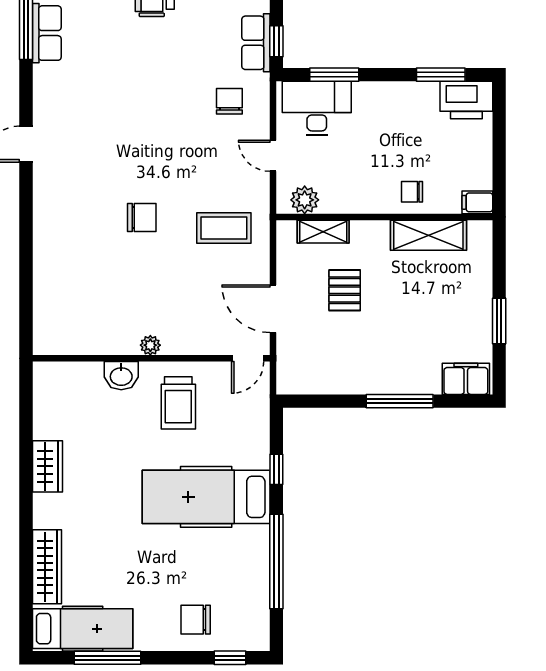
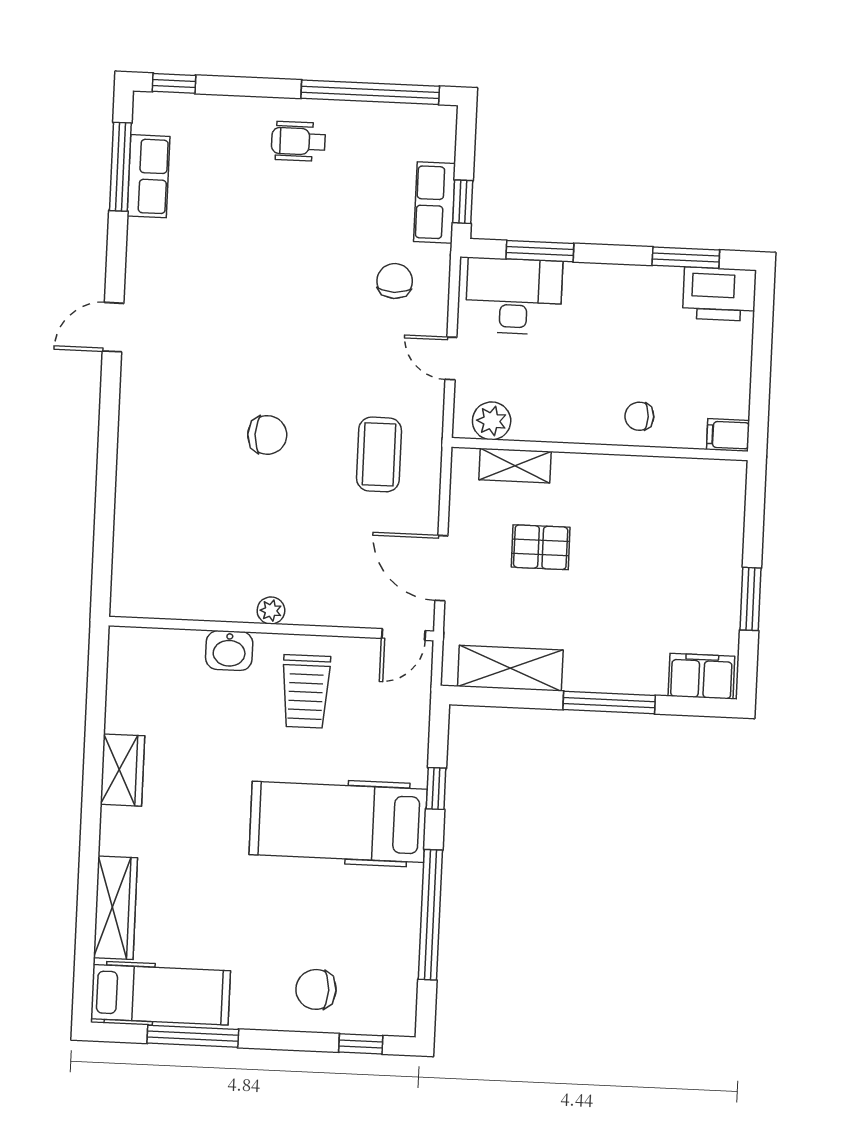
coffee table: (224, 228) -> (379, 454), turned 90
shelving: (428, 235) -> (510, 668), moved
pallet: (345, 290) -> (541, 547), turned 90

